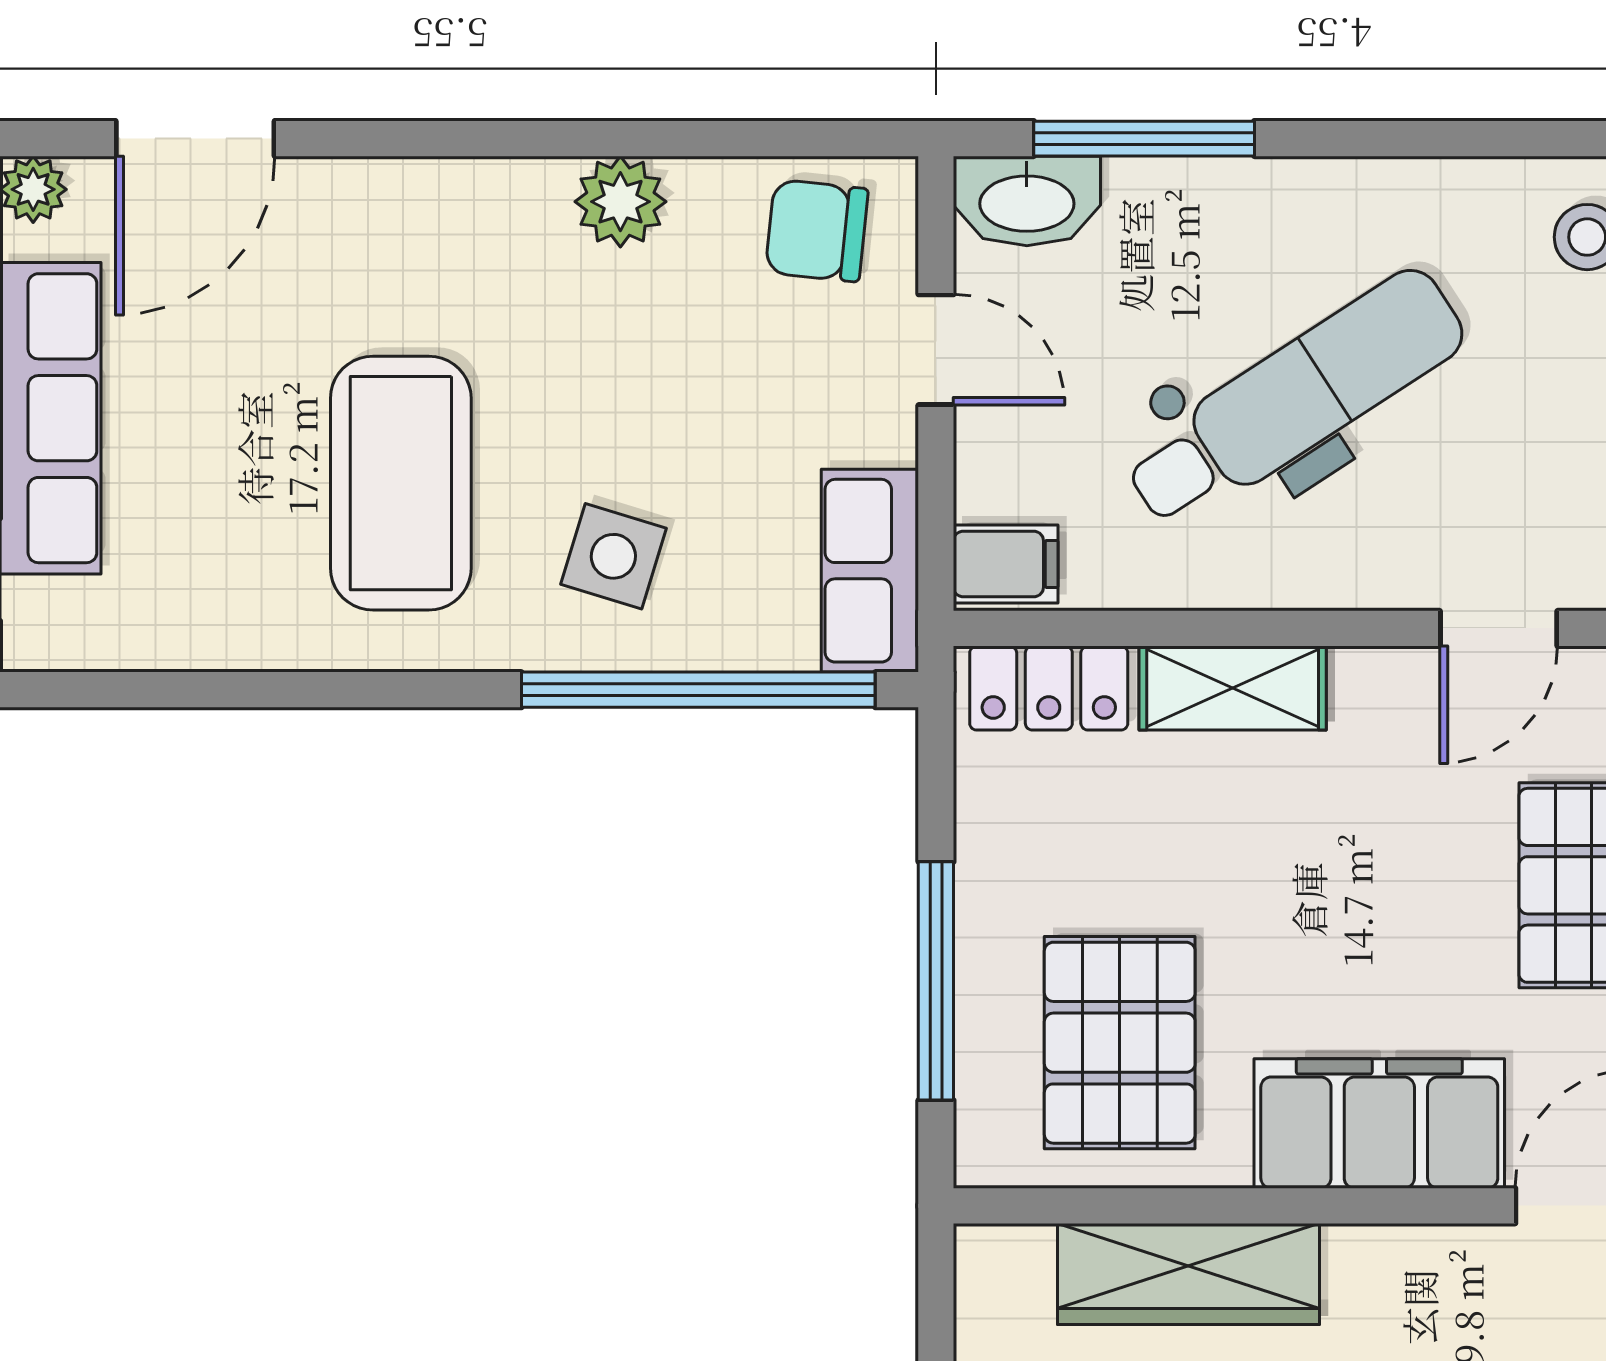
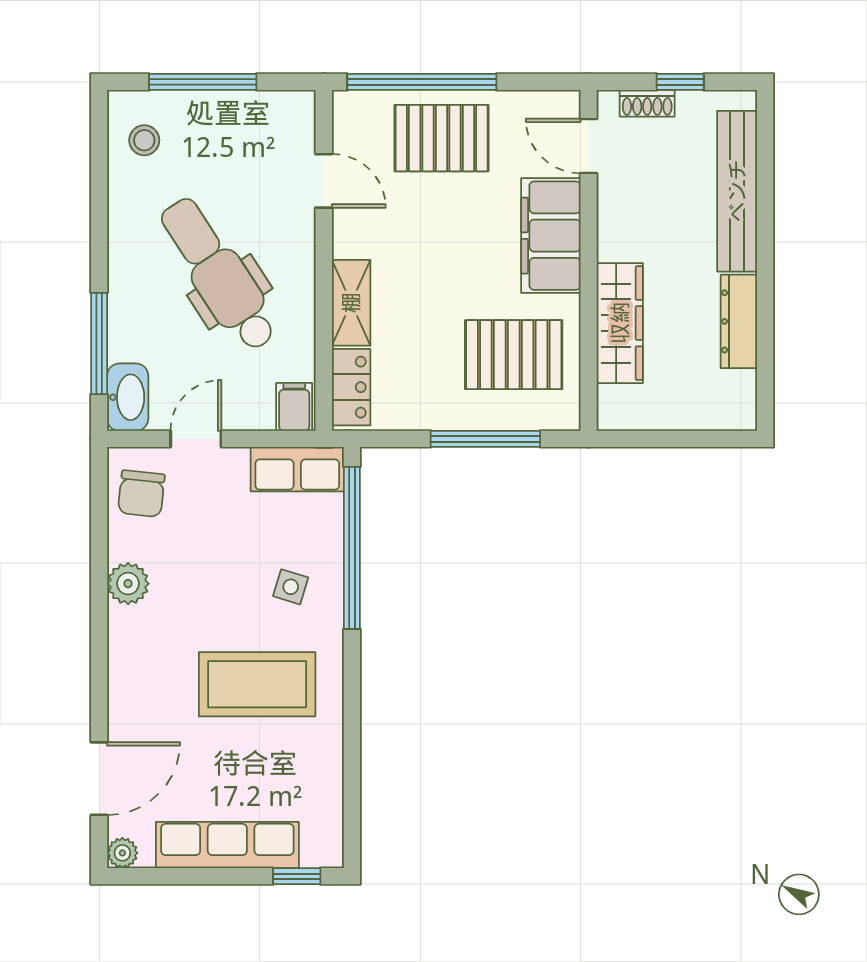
door: (195, 139) -> (99, 779), hinge flipped
side table: (613, 556) -> (291, 587), width x0.73, depth x0.73

